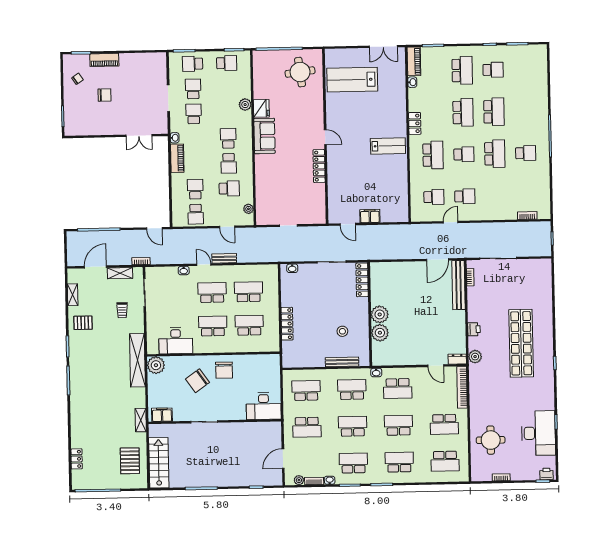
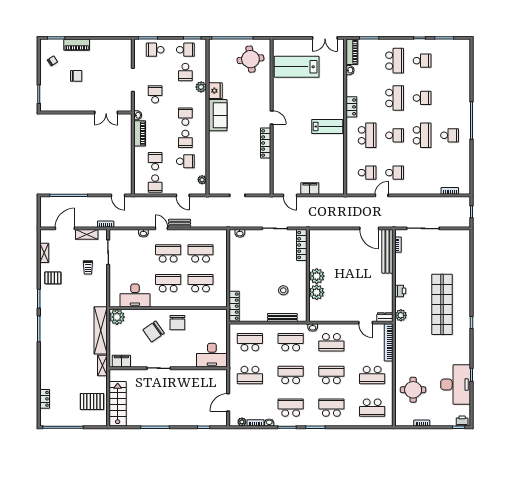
school desk: (193, 89) -> (185, 72), moved, turned 180
school desk: (494, 112) -> (422, 98), width x0.54
door: (438, 260) -> (369, 228), hinge flipped
locker: (287, 324) -> (234, 306), moved
shelving: (137, 360) -> (101, 330), moved
pallet: (130, 461) -> (92, 401), turned 90

